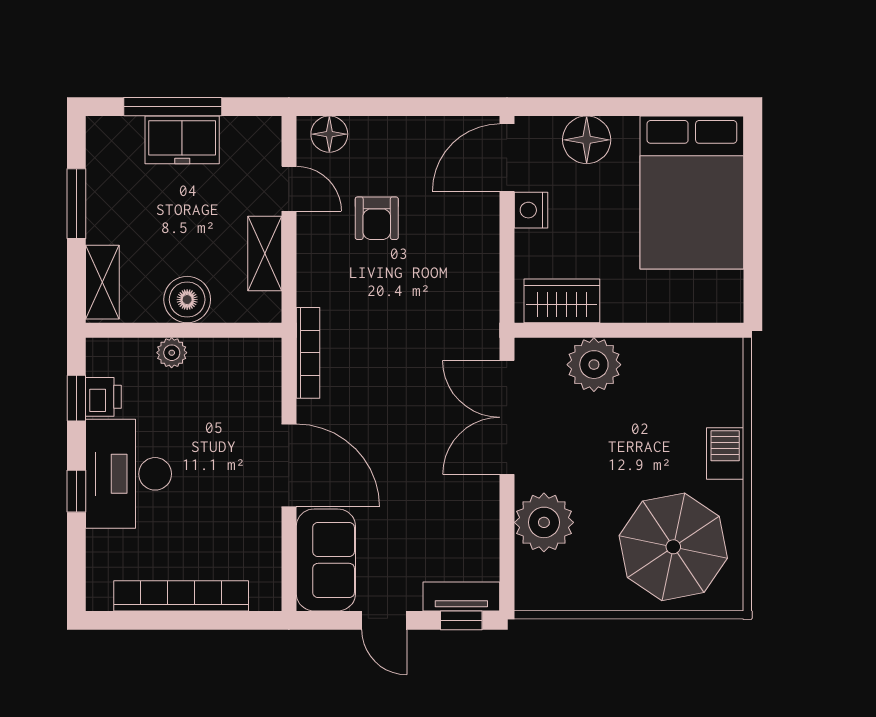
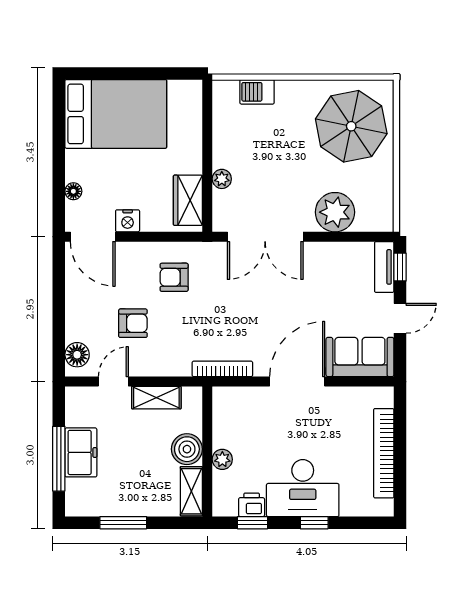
floor lamp: (587, 140) -> (73, 191), width x0.53, depth x0.53
armchair: (446, 280) -> (174, 277), added
shelving: (102, 282) -> (191, 491), moved, turned 90
plant: (594, 365) -> (222, 179), width x0.53, depth x0.53
barbecue: (725, 454) -> (257, 92), moved

